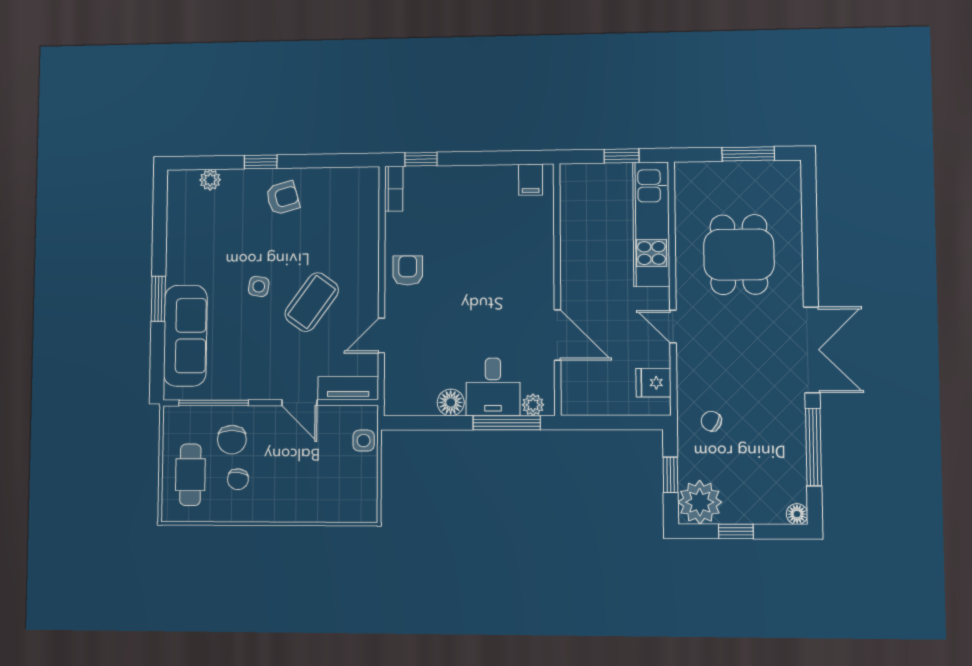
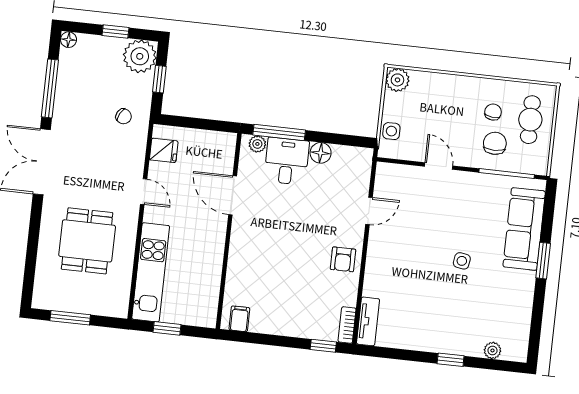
armchair: (283, 198) -> (436, 329), removed
coffee table: (312, 302) -> (421, 244), removed
tv unit: (348, 388) -> (368, 321), moved, turned -90
plant: (363, 507) -> (397, 80), added

